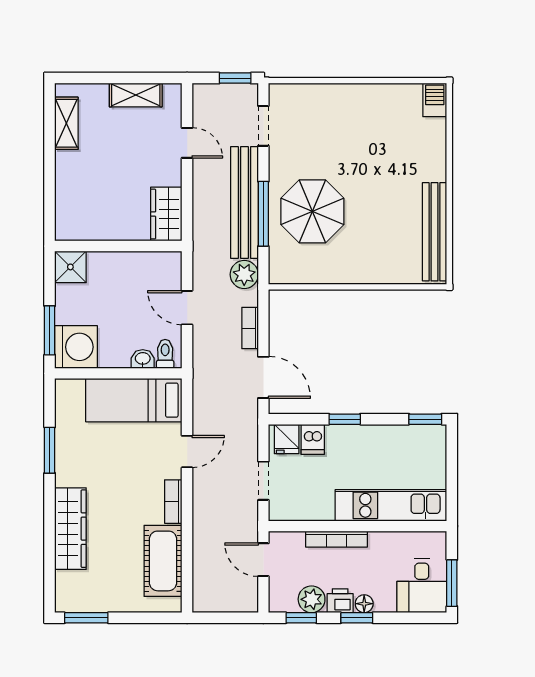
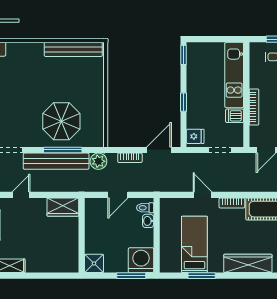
bed: (134, 400) -> (194, 244), moved, turned 180
dishwasher: (313, 439) -> (235, 116), moved, turned 180

